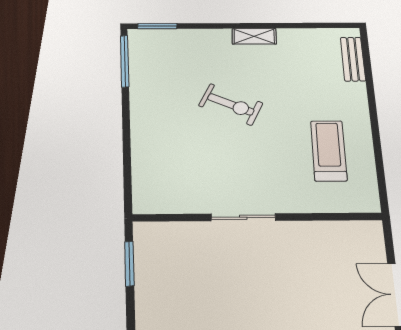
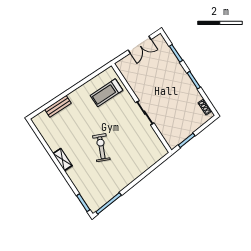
bench: (353, 59) -> (58, 106), moved
treadmill: (329, 150) -> (106, 93), moved

